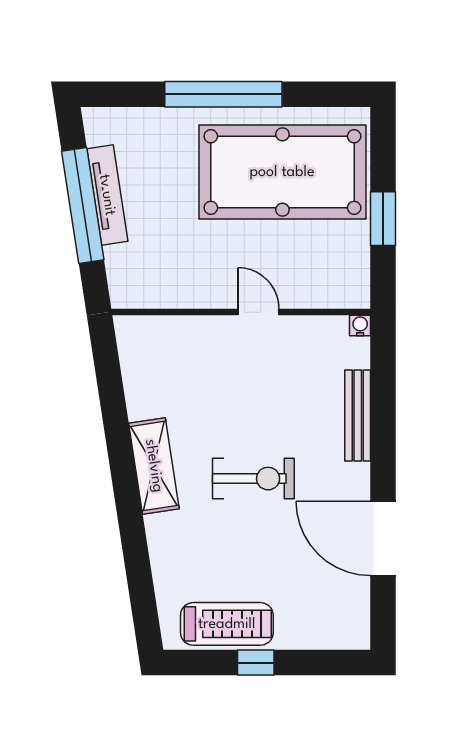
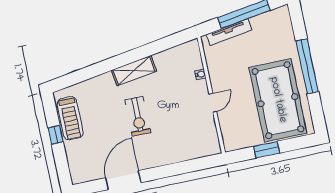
tv unit: (107, 195) -> (229, 32), moved
water cooler: (360, 326) -> (200, 74), moved
bench: (358, 416) -> (176, 157), removed

